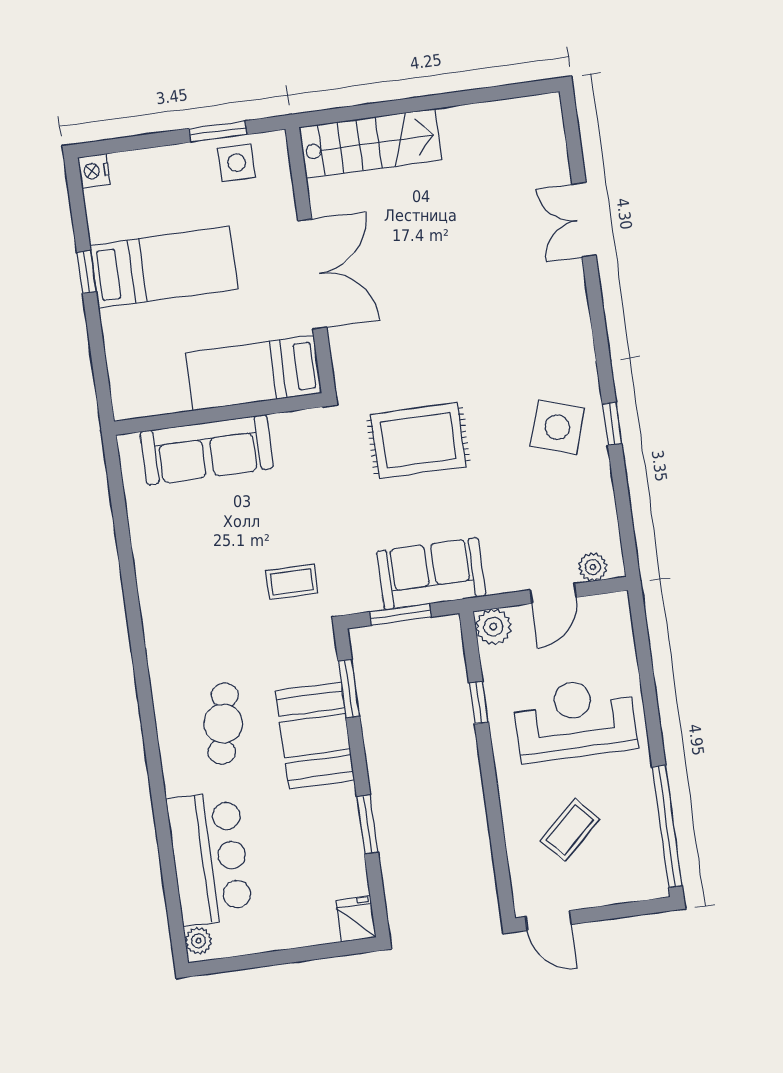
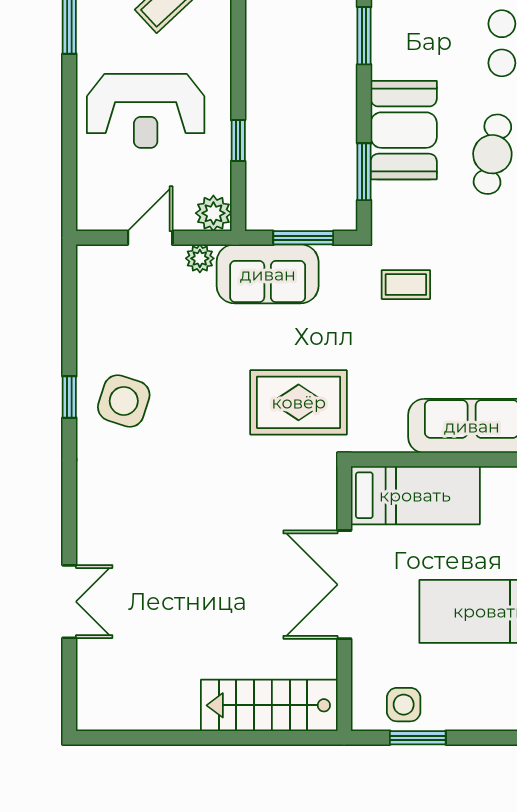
rug: (418, 440) -> (299, 402), moved
plant: (593, 567) -> (200, 258), moved

